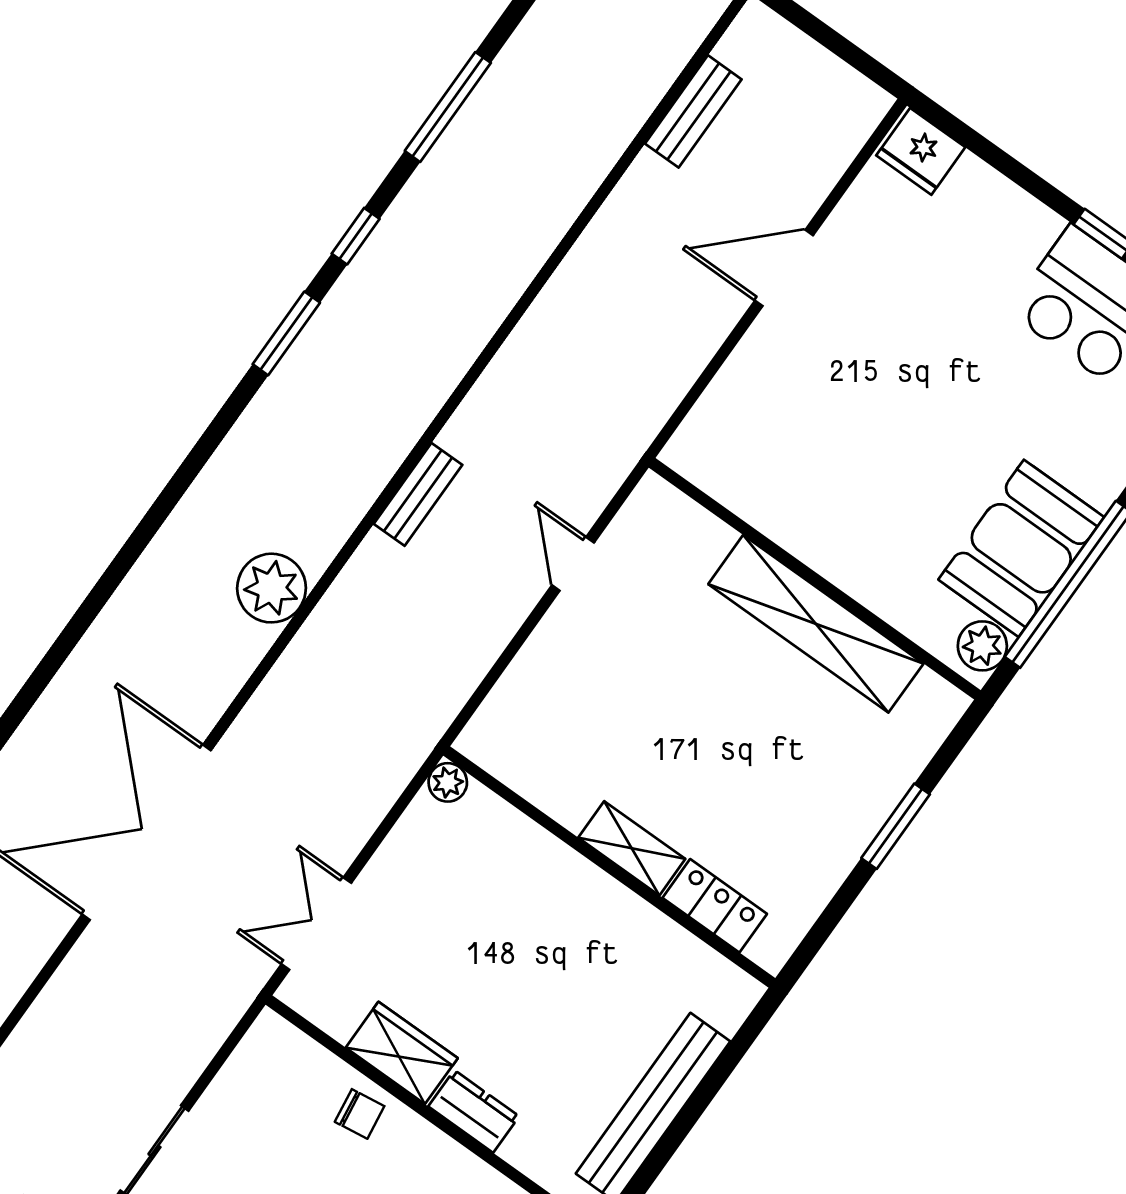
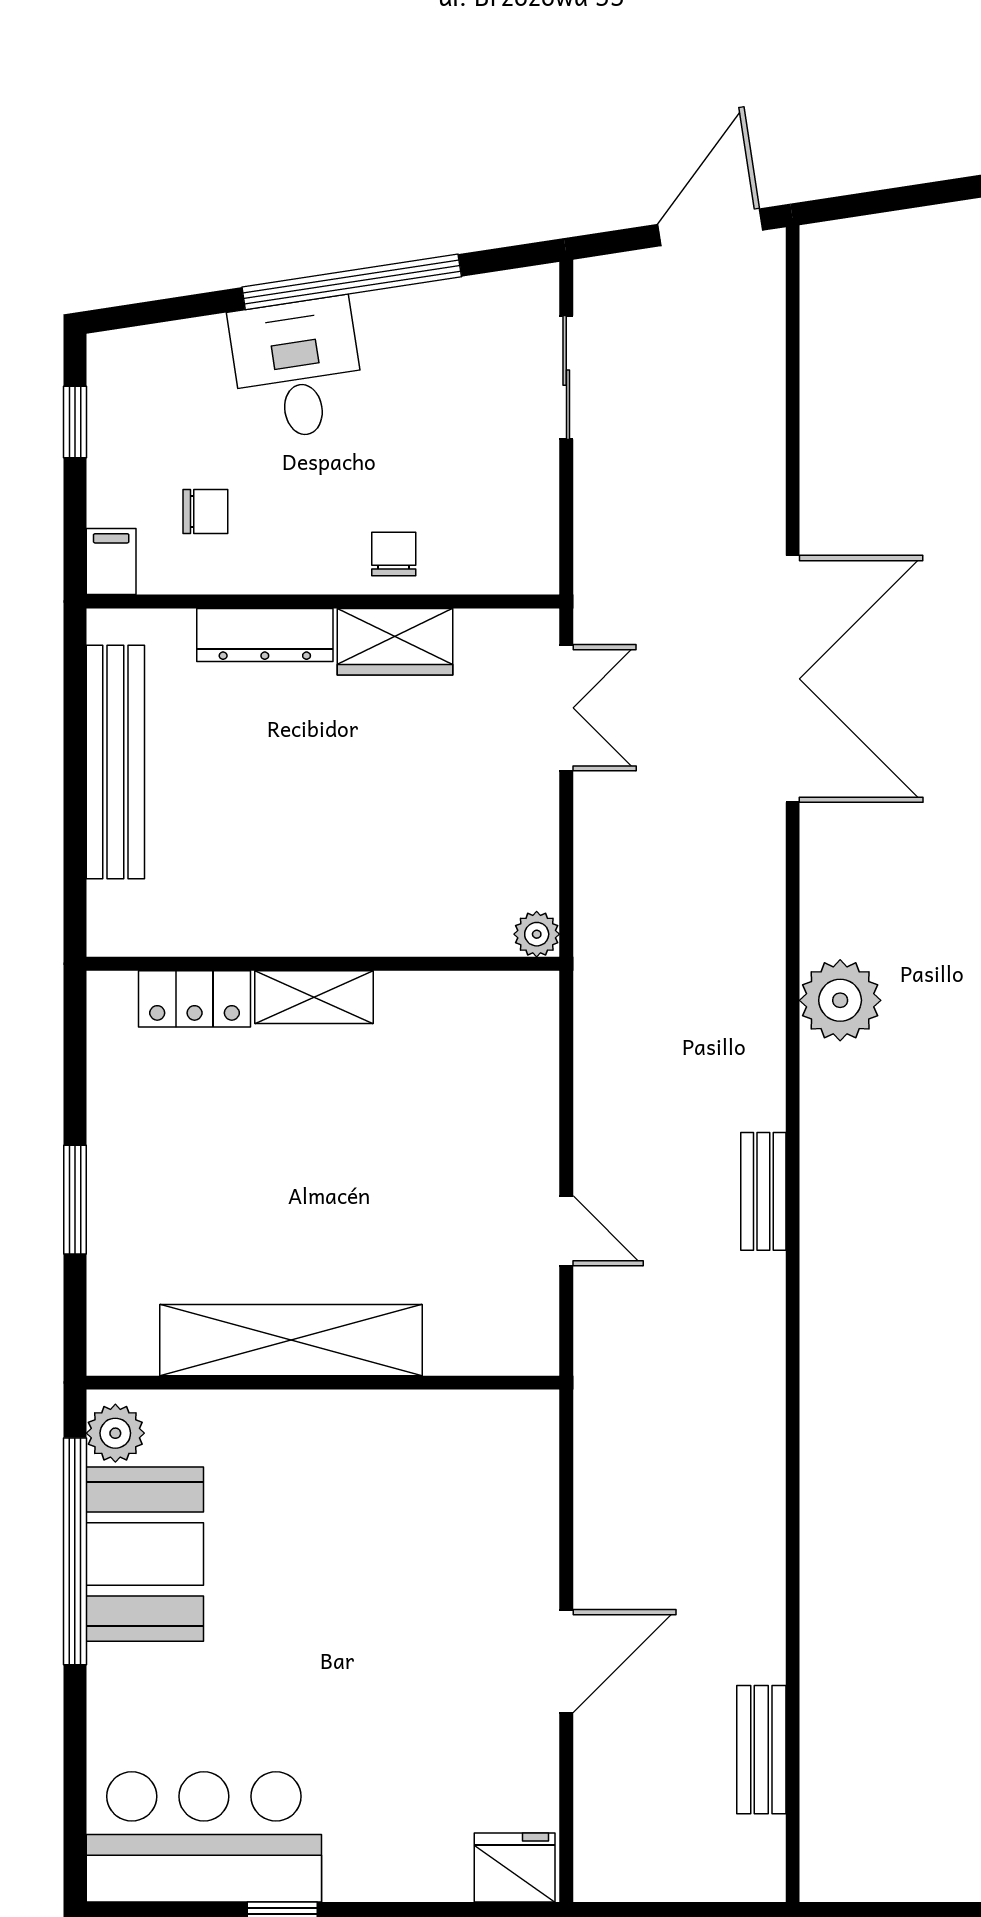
dresser: (474, 1111) -> (265, 635), width x1.44
chair: (360, 1114) -> (394, 554), turned 98

